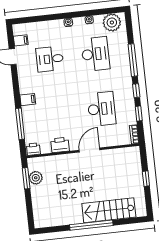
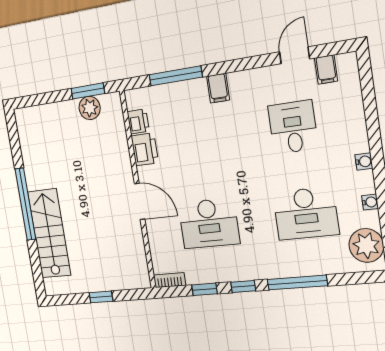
printer: (33, 149) -> (138, 121), moved

